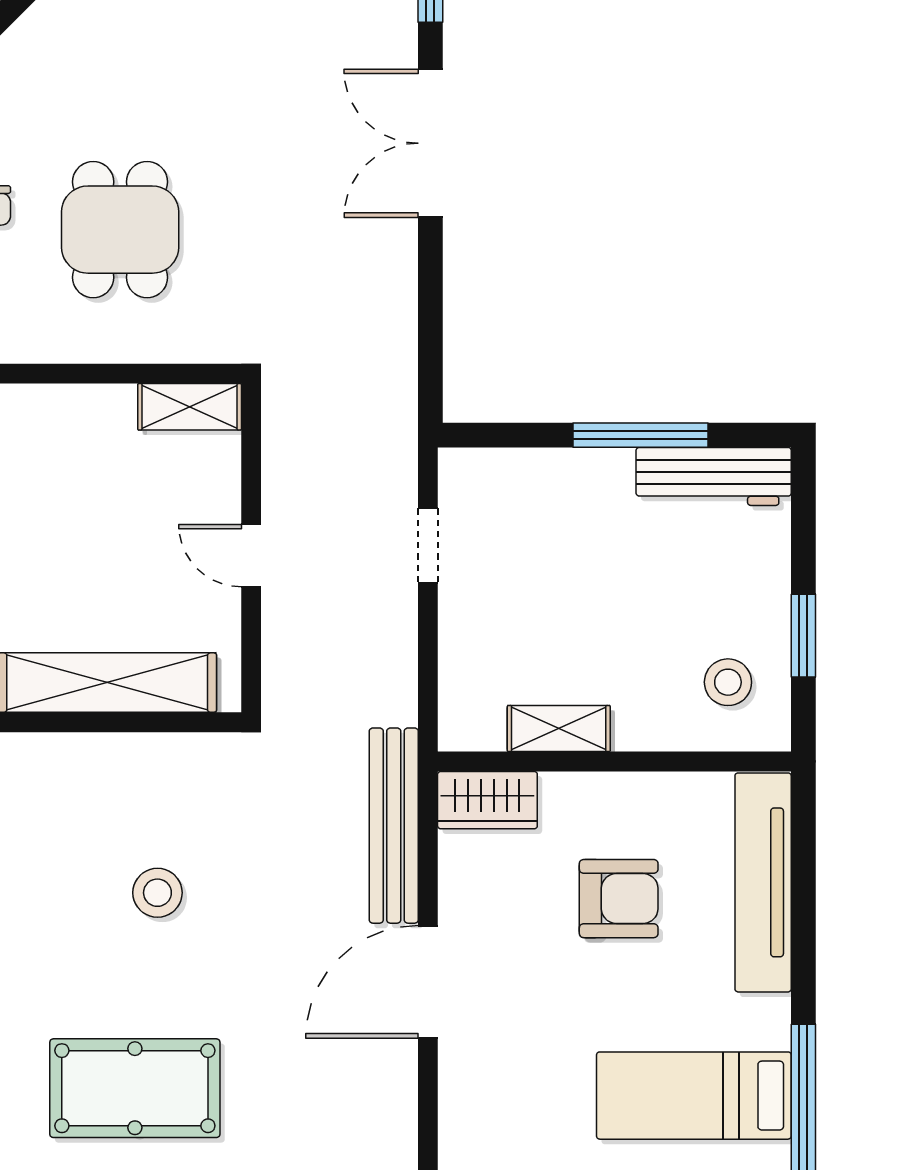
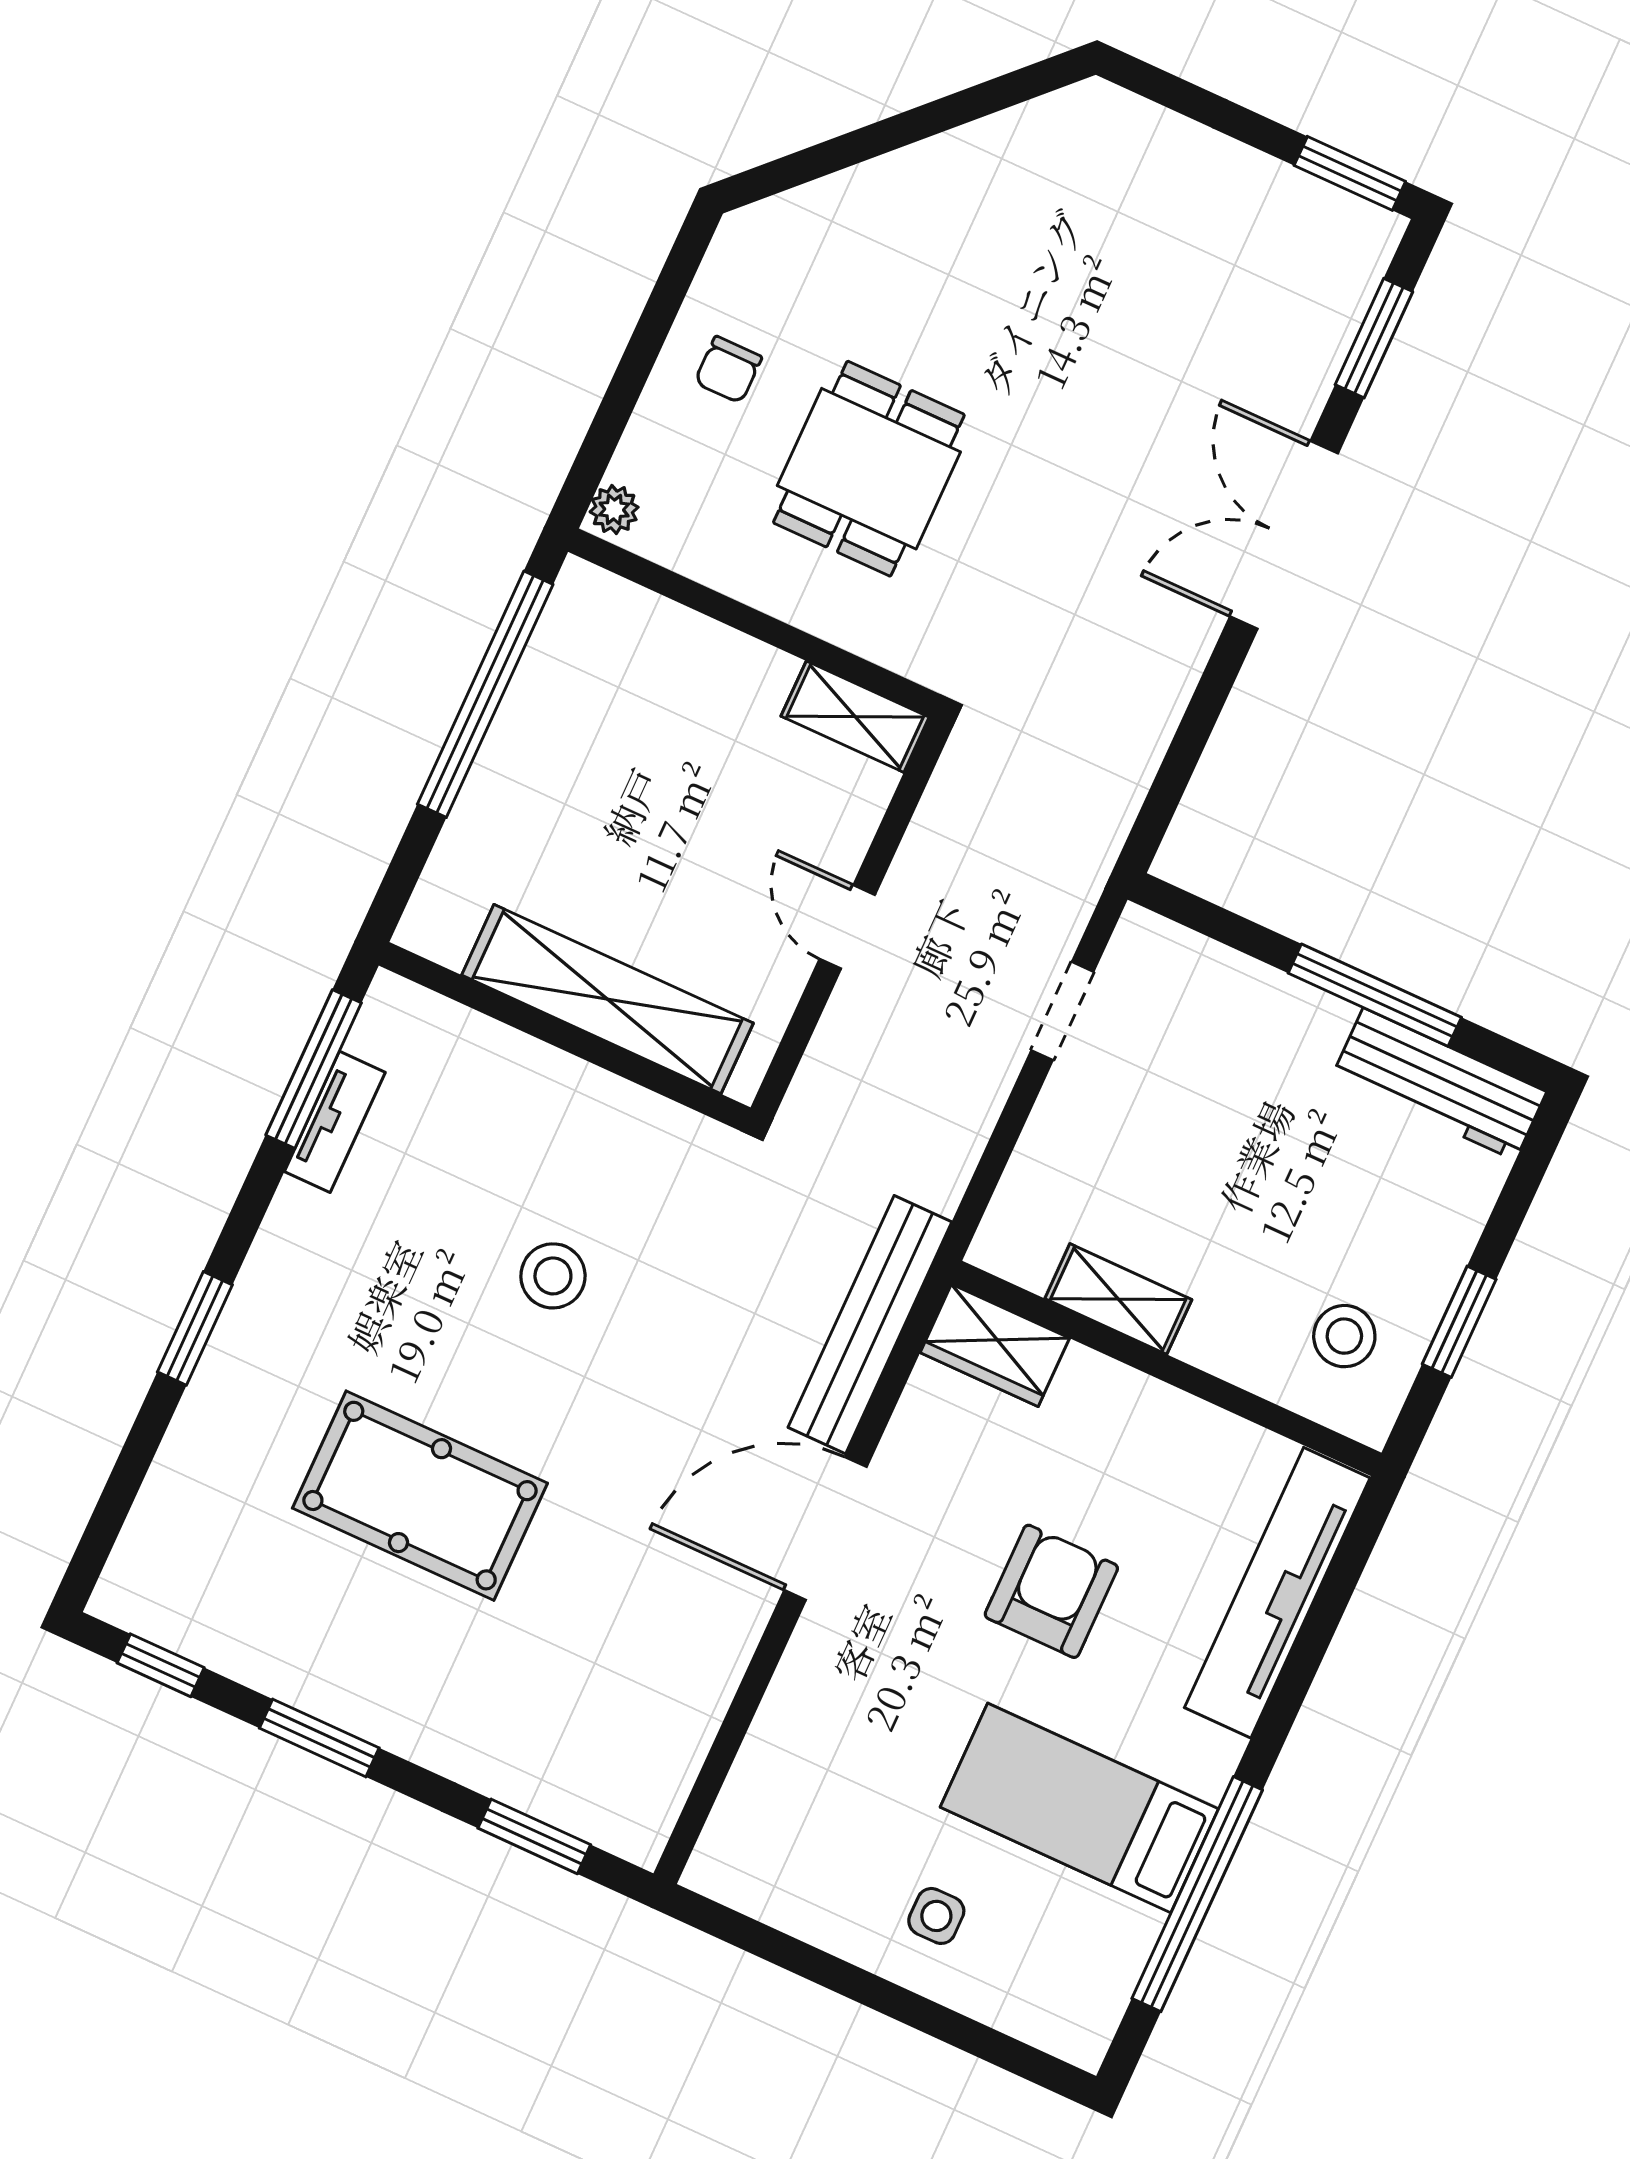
armchair: (619, 899) -> (1051, 1591), moved, turned -90

